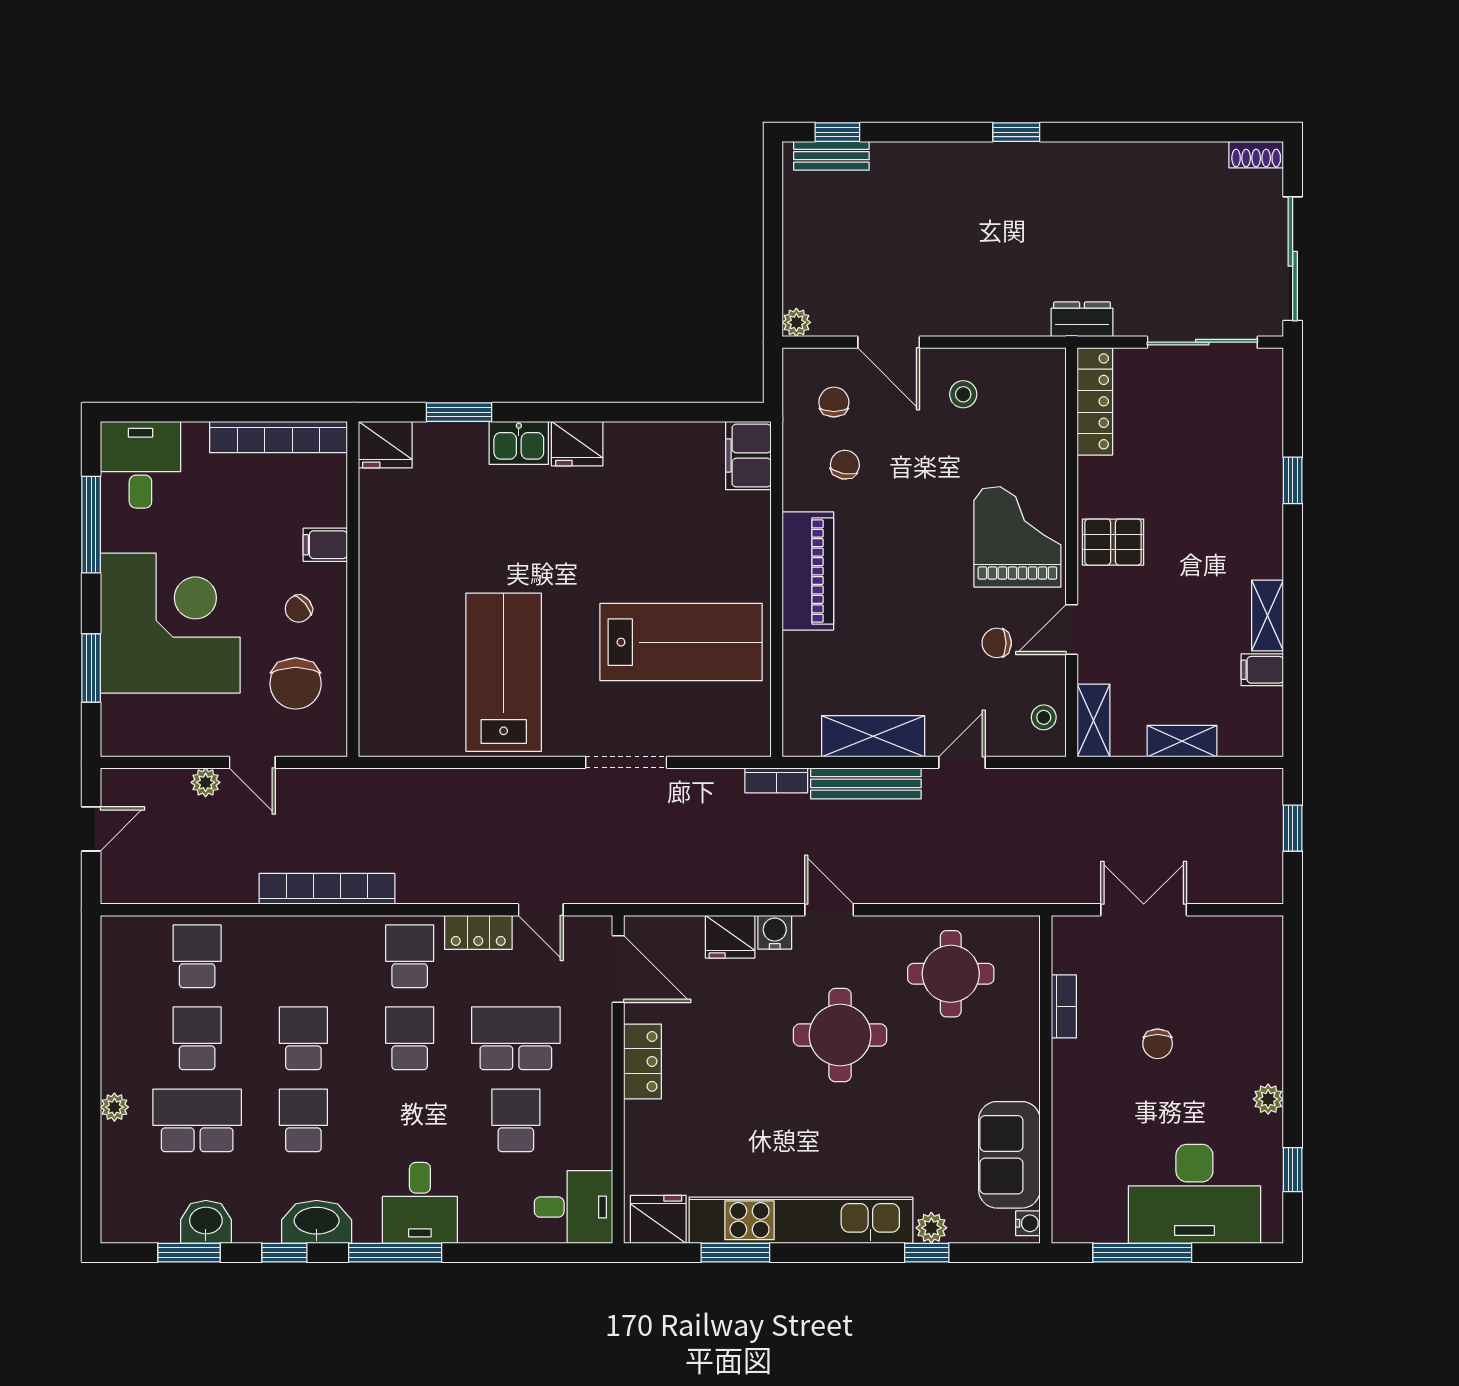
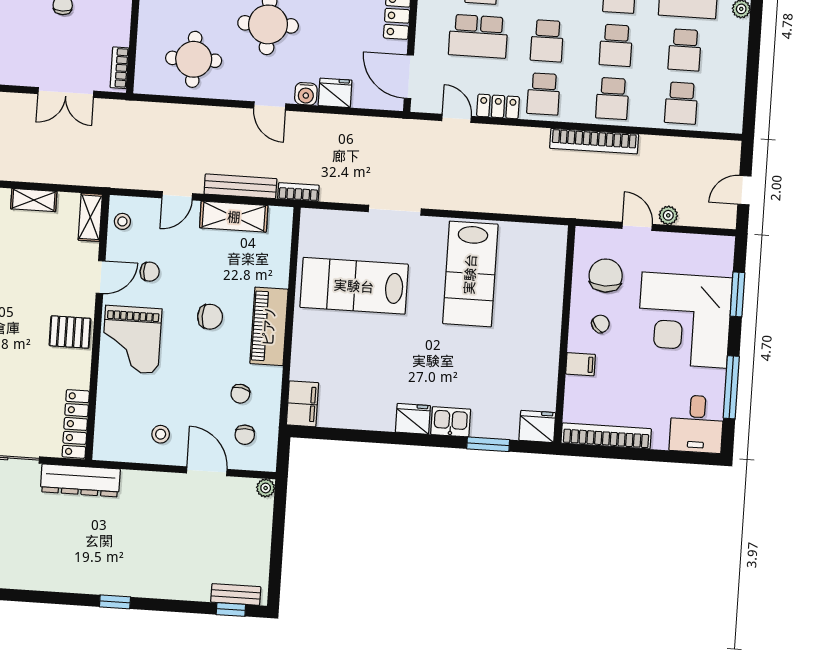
dresser: (1082, 319) -> (80, 480), width x1.96, depth x1.24
chair: (899, 580) -> (210, 317), added
school desk: (303, 956) -> (612, 98), added
bookcase: (1064, 1006) -> (120, 68), moved

